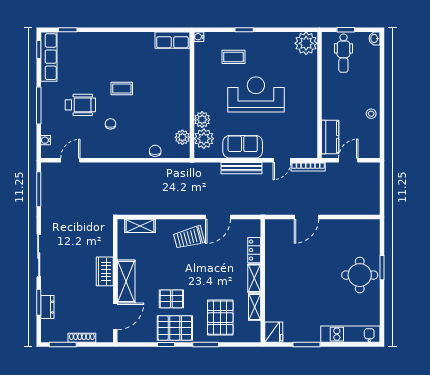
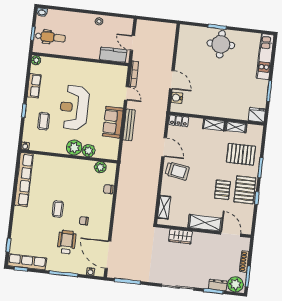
row of seats: (278, 39) -> (34, 86), added
row of seats: (172, 40) -> (24, 180), width x2.02
plant: (306, 43) -> (36, 60), width x0.53, depth x0.53
plant: (204, 139) -> (74, 148), moved
door: (70, 160) -> (108, 255), width x1.87
water cooler: (284, 226) -> (177, 98), added
trolley: (189, 237) -> (177, 171), turned -66
locker: (254, 250) -> (179, 121), moved
wardrobe: (105, 271) -> (180, 236), moved
plant: (51, 330) -> (235, 284), added

